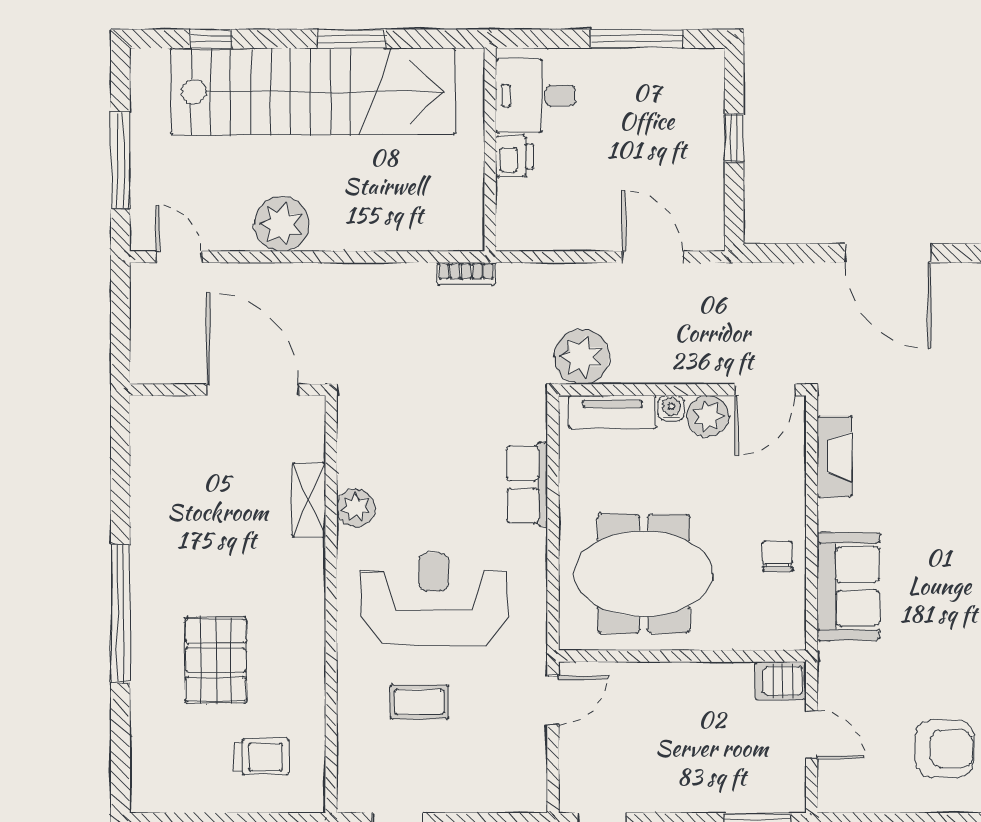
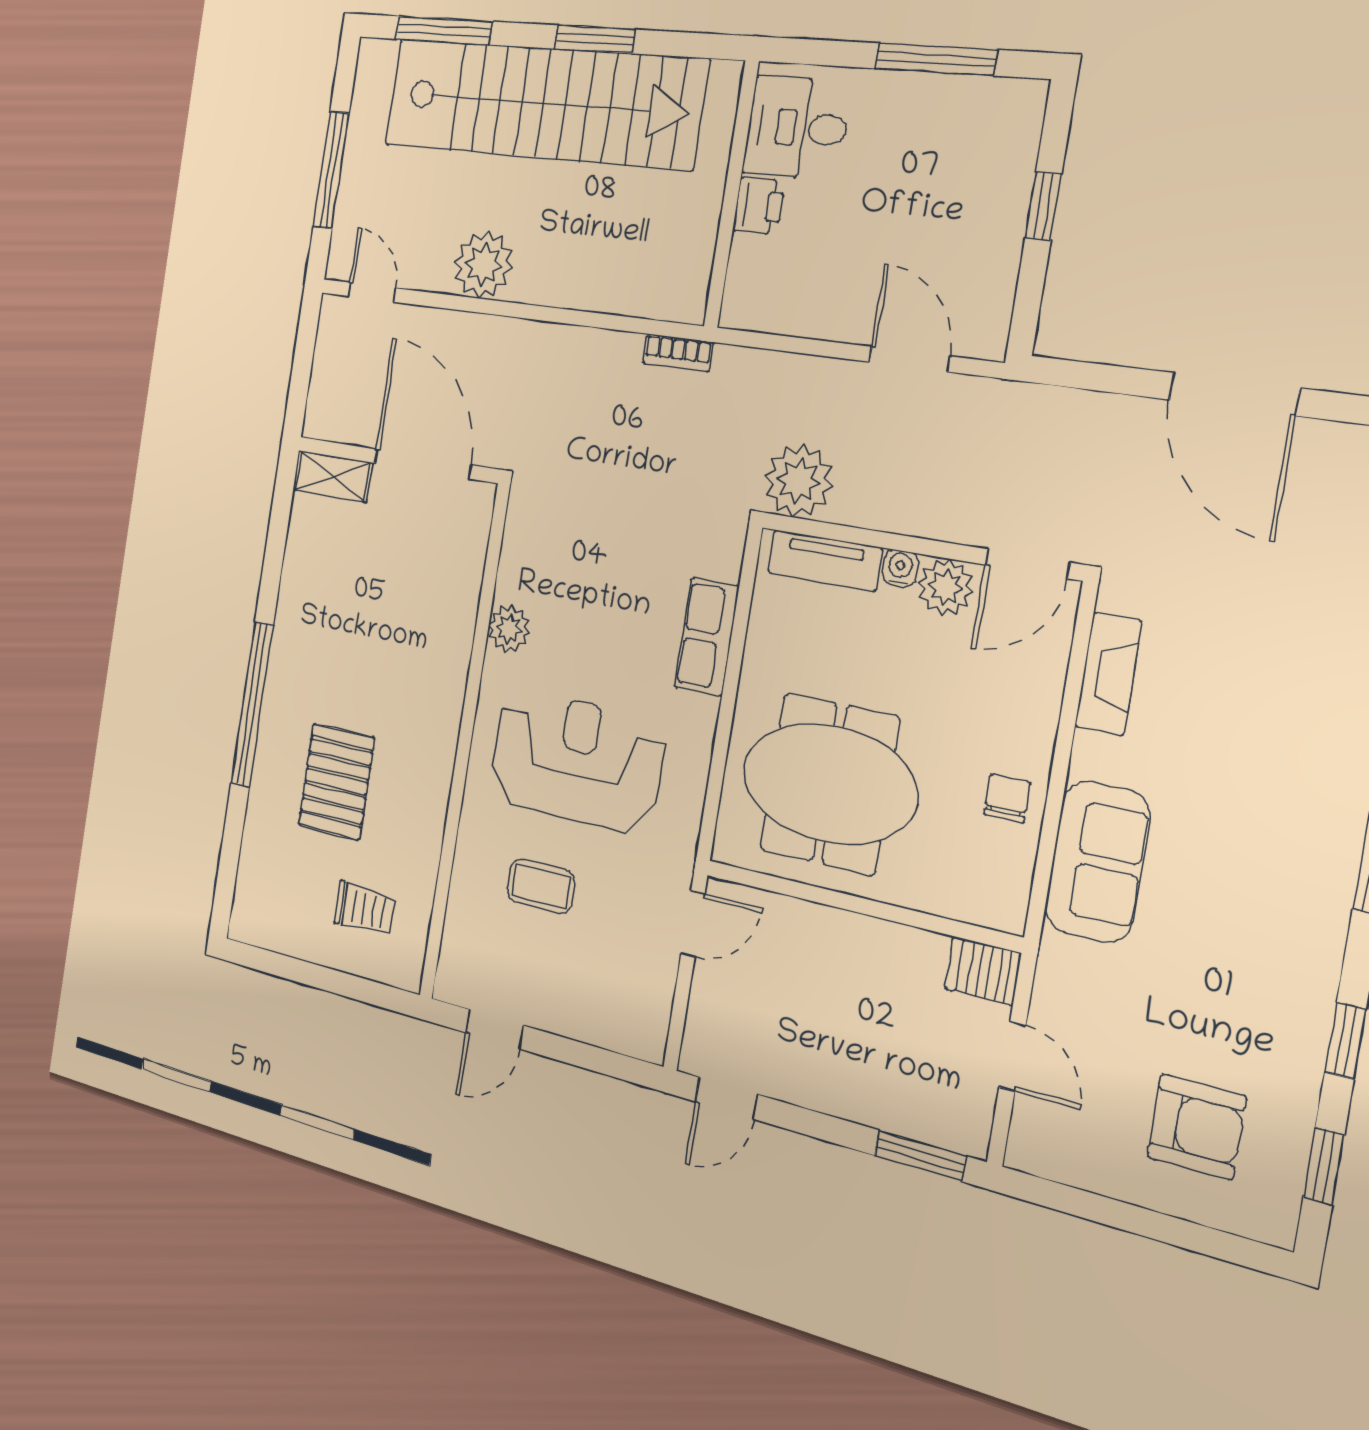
window: (211, 39) -> (444, 30), width x2.17
shelving: (309, 500) -> (332, 476), moved, turned 90

